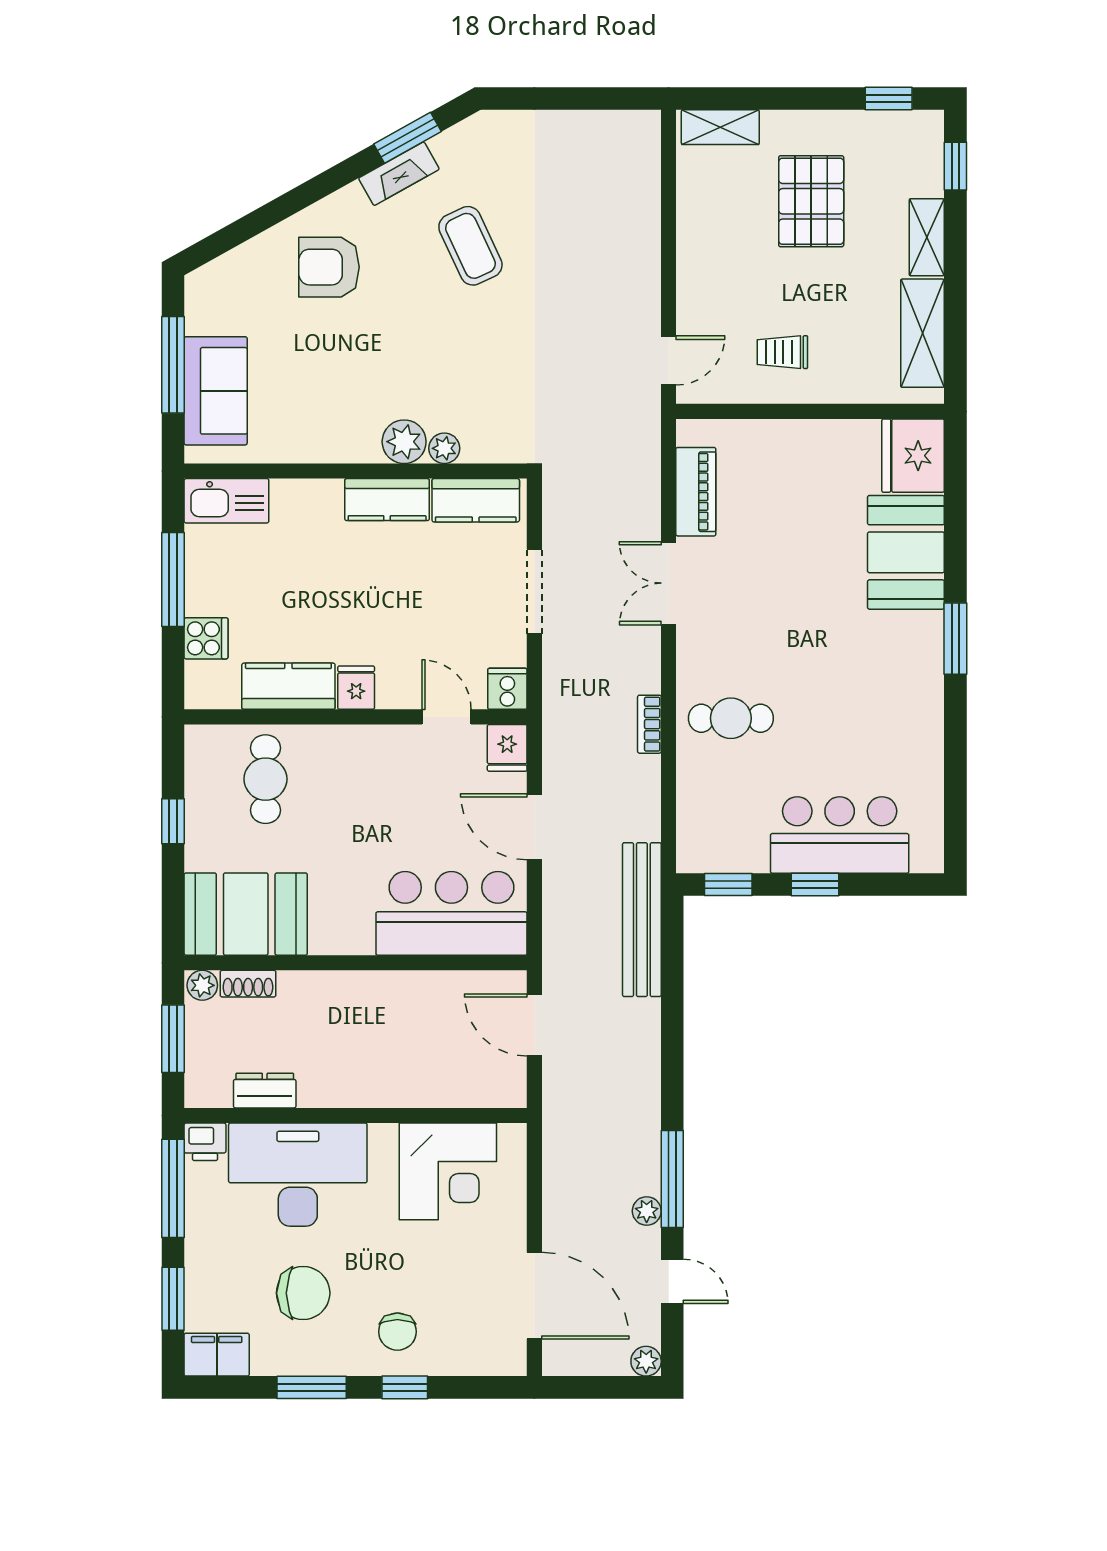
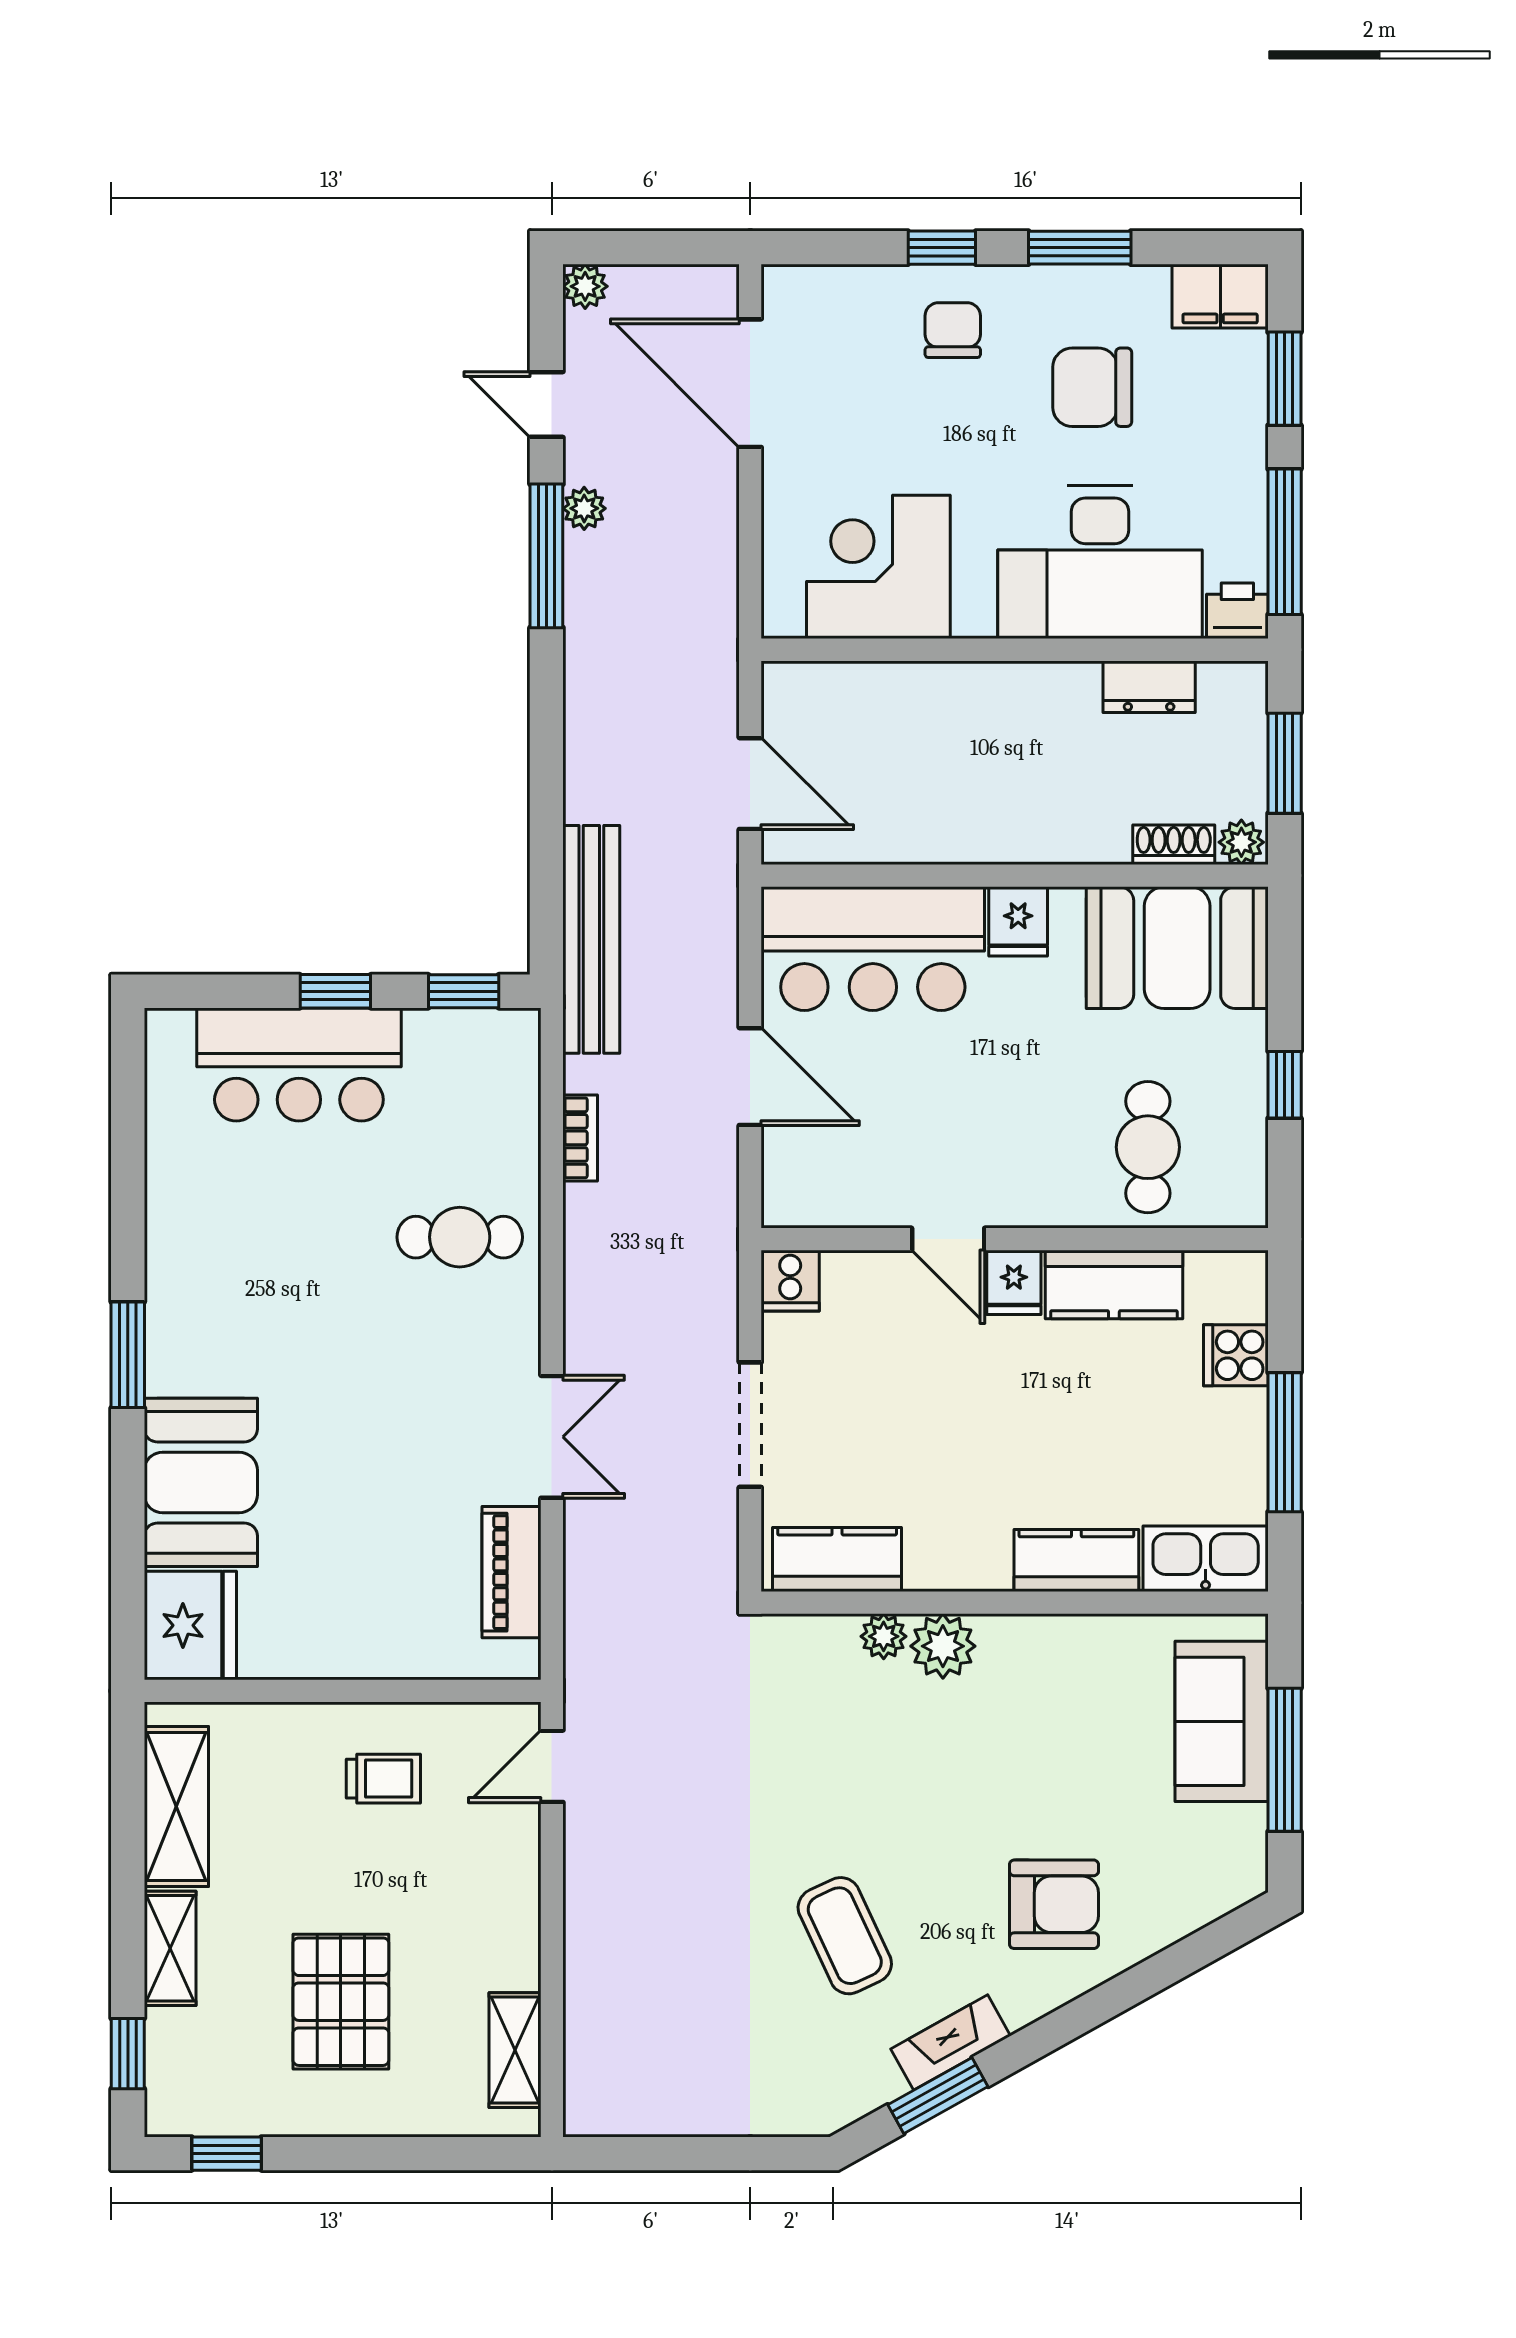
shelving: (720, 127) -> (515, 2050), moved, turned 90
kitchen counter: (387, 500) -> (1076, 1561), moved
door: (446, 717) -> (948, 1239), moved
bookcase: (649, 724) -> (580, 1138), moved
fridge: (507, 748) -> (1018, 921), moved, turned 180

